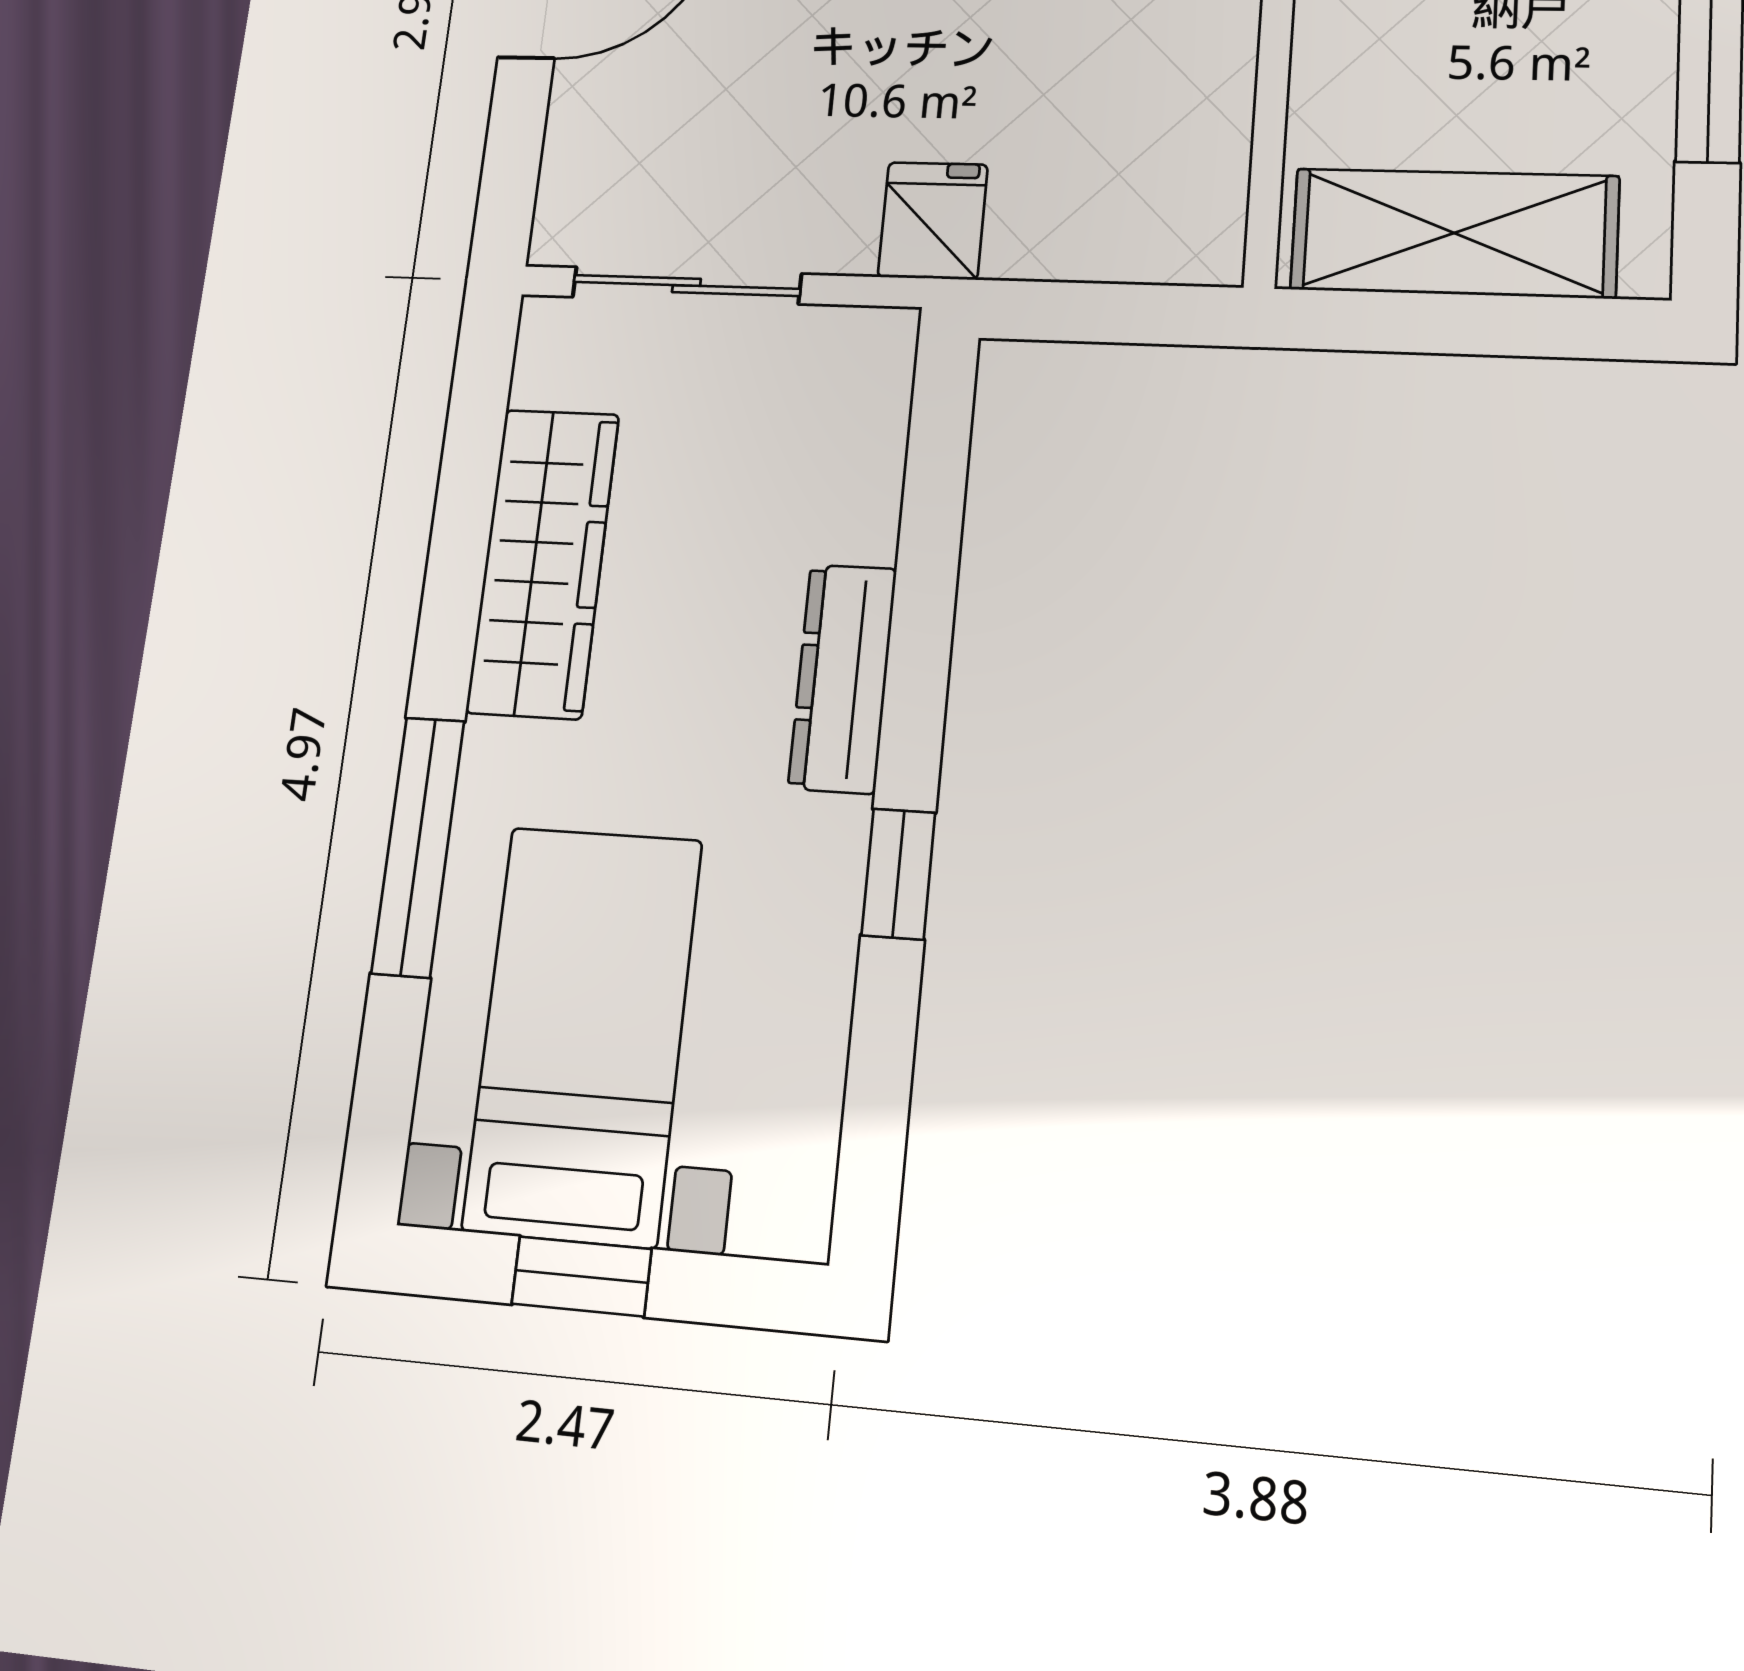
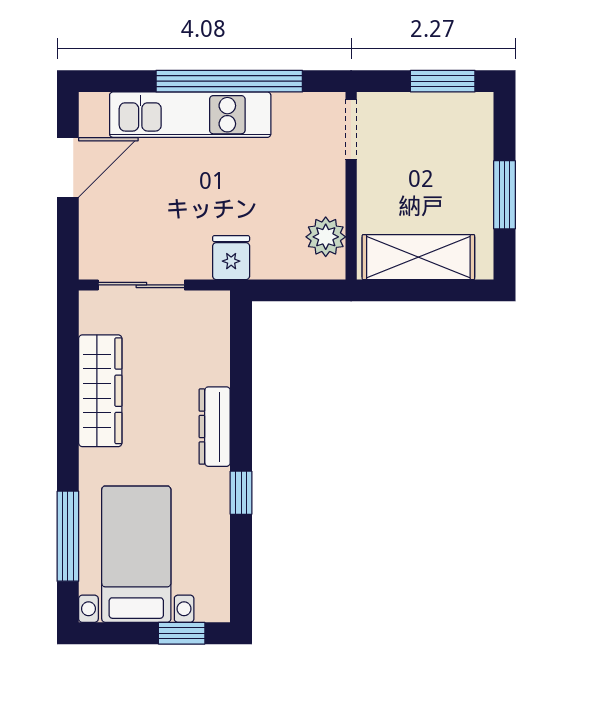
plant: (1196, 173) -> (326, 237), added
window: (418, 846) -> (68, 536), moved
window: (582, 1276) -> (182, 633), moved

